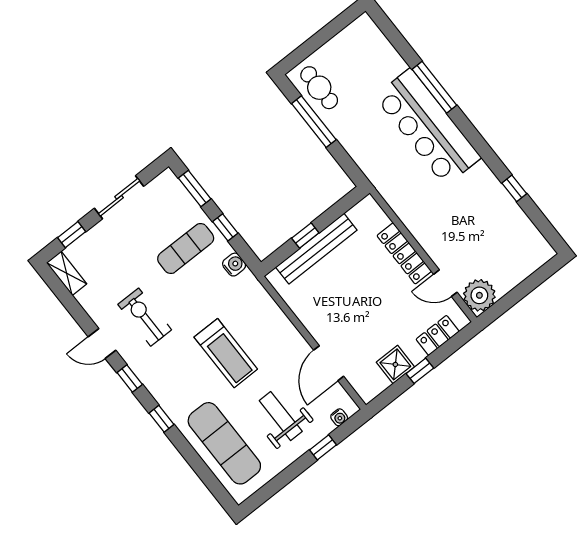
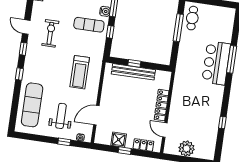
bar counter: (428, 127) -> (216, 63), width x0.73
water cooler: (234, 265) -> (105, 11), moved
plant: (479, 295) -> (187, 148), moved
treadmill: (226, 353) -> (80, 72), moved

